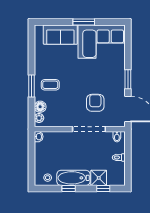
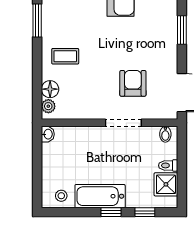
window: (128, 79) -> (182, 30), moved
window: (32, 86) -> (37, 21), moved
doorway: (89, 129) -> (123, 123), width x0.73
shower: (99, 178) -> (166, 184), moved
window: (69, 189) -> (111, 212), moved

